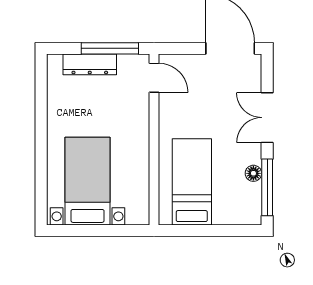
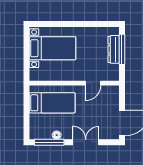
window: (110, 48) -> (122, 49), moved
door: (154, 78) -> (93, 83), moved

